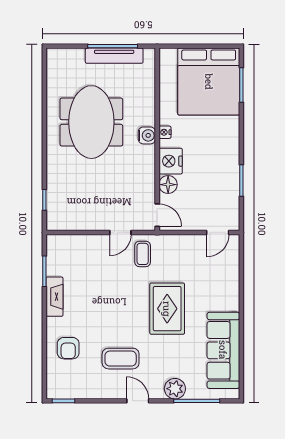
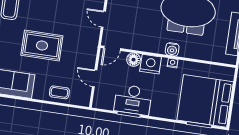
desk: (221, 177) -> (133, 100), added
door: (218, 232) -> (95, 78), moved
coffee table: (143, 254) -> (59, 92), moved

